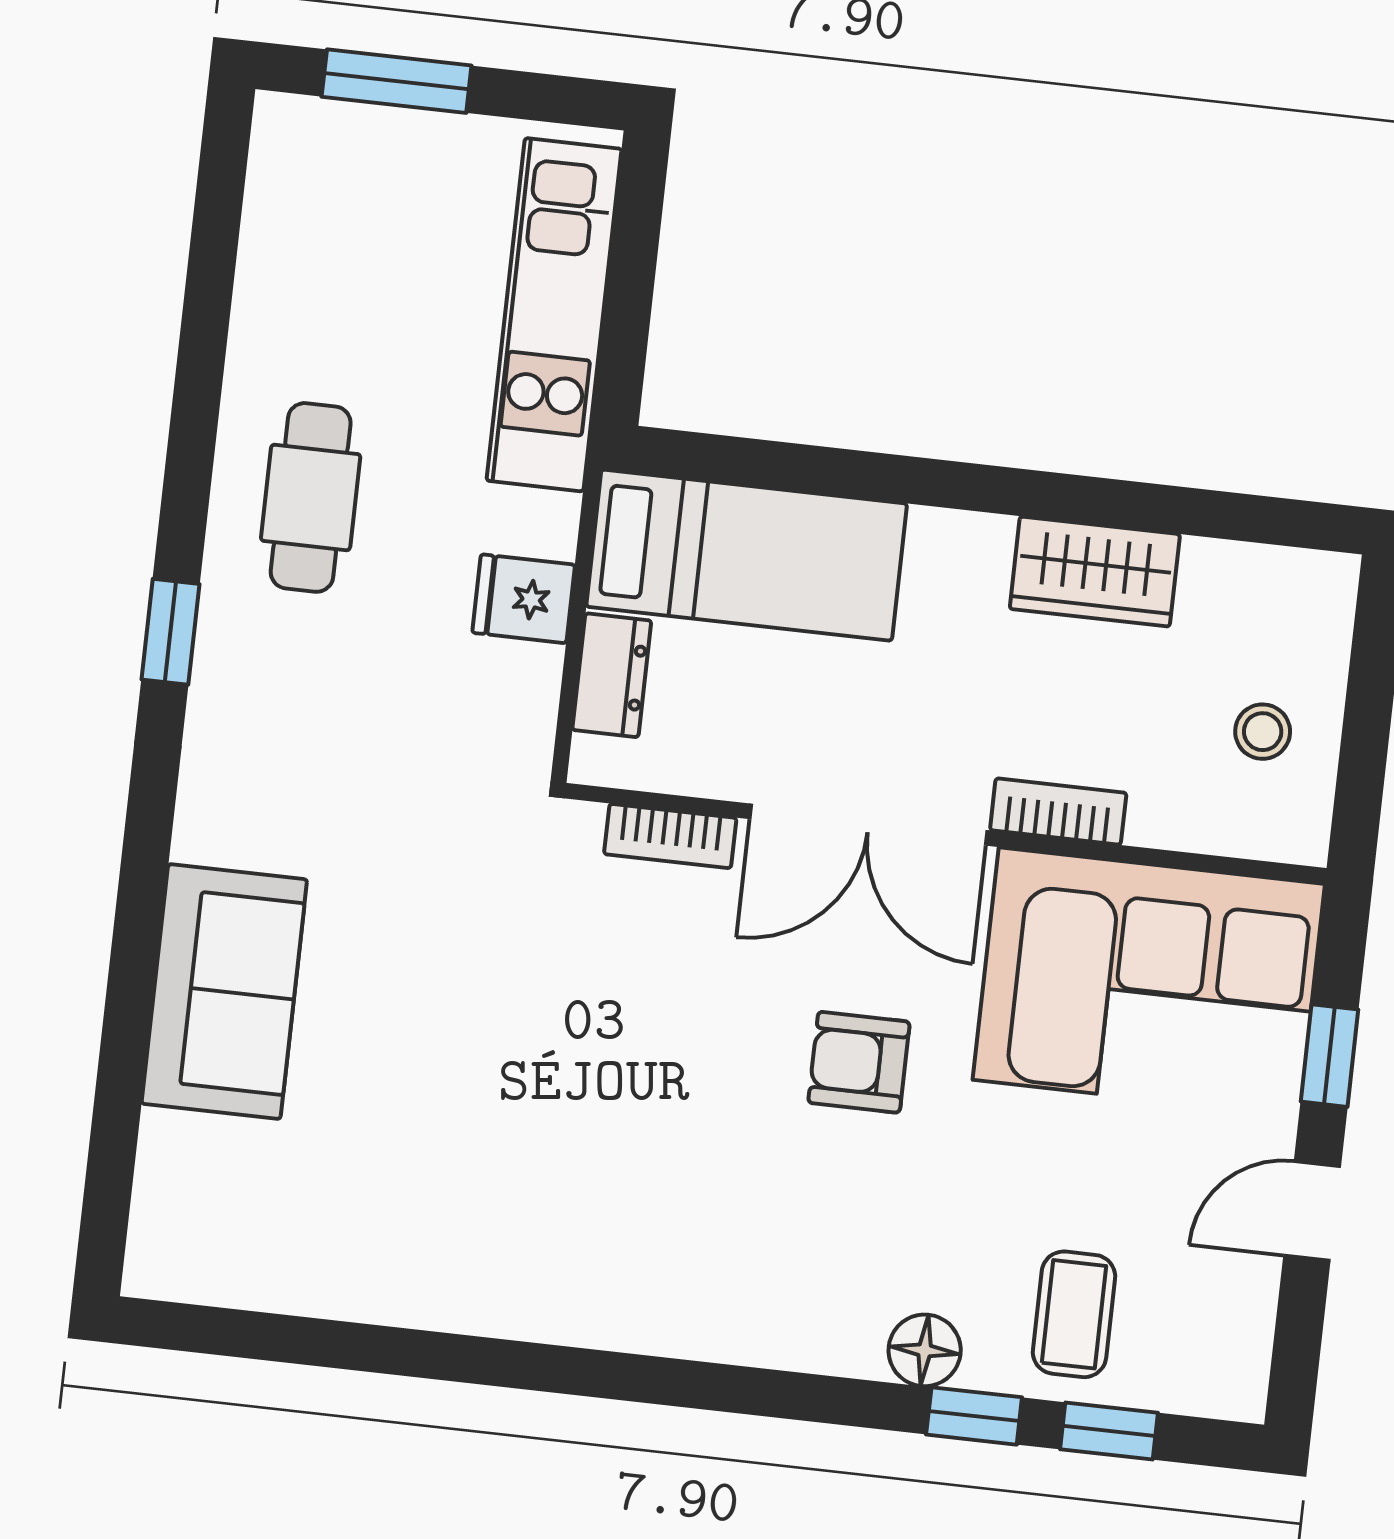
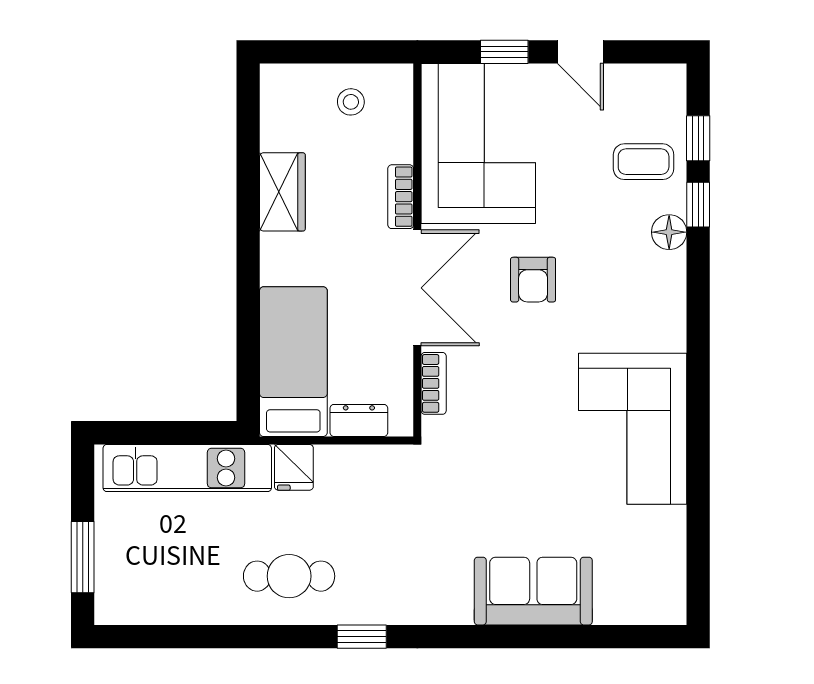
fridge: (524, 599) -> (294, 467), moved
corner sofa: (532, 1231) -> (633, 429), added

